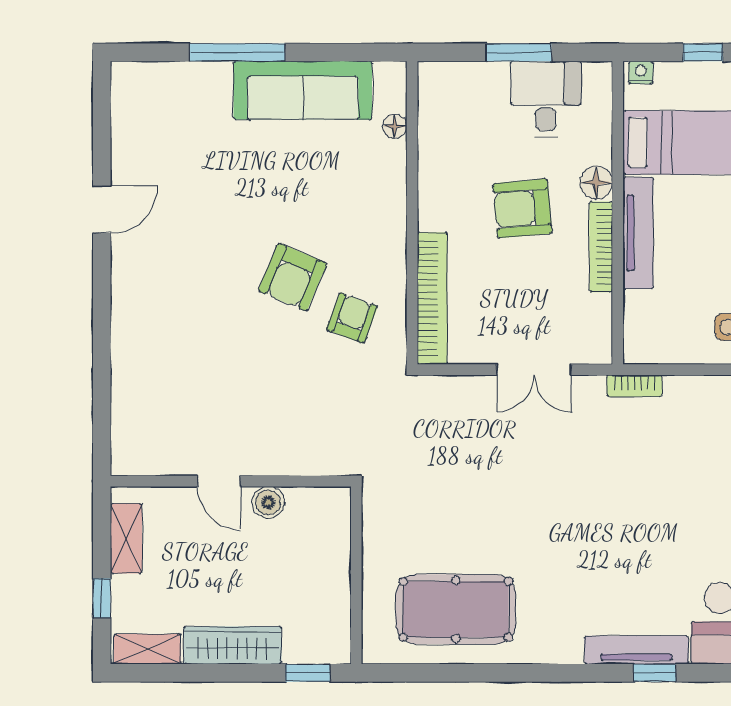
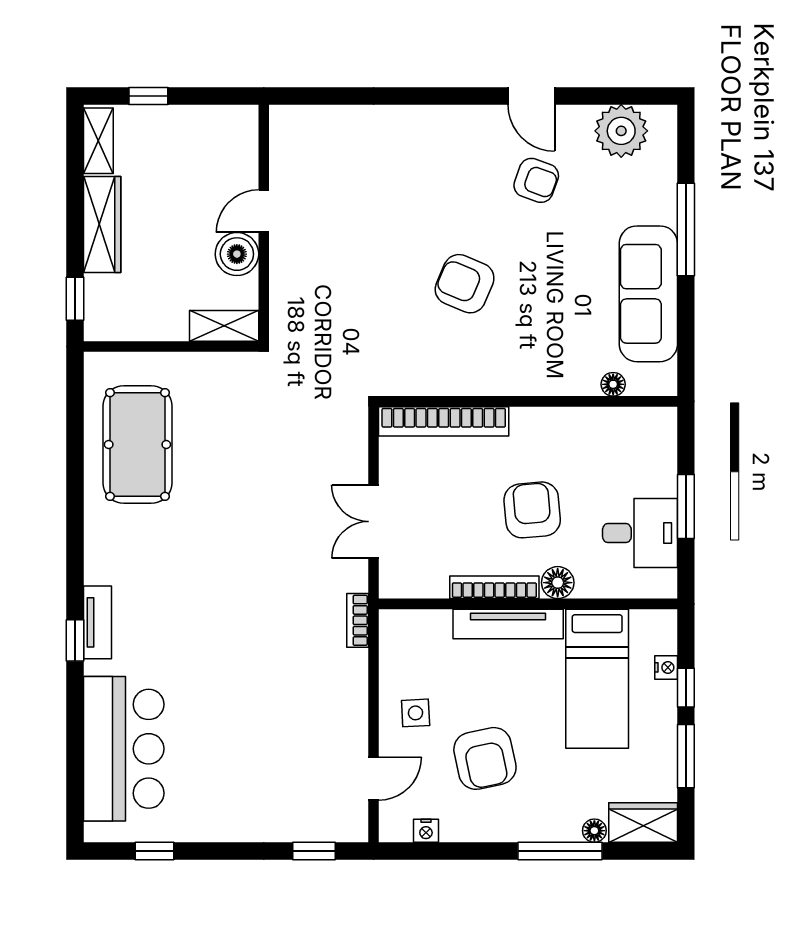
nightstand: (641, 72) -> (666, 667), moved
plant: (137, 118) -> (621, 131), added
armchair: (352, 318) -> (536, 180), moved
boiler: (268, 502) -> (237, 254), width x1.36, depth x1.36
shelving: (126, 538) -> (224, 326), moved
tv unit: (637, 650) -> (97, 622), width x0.71

